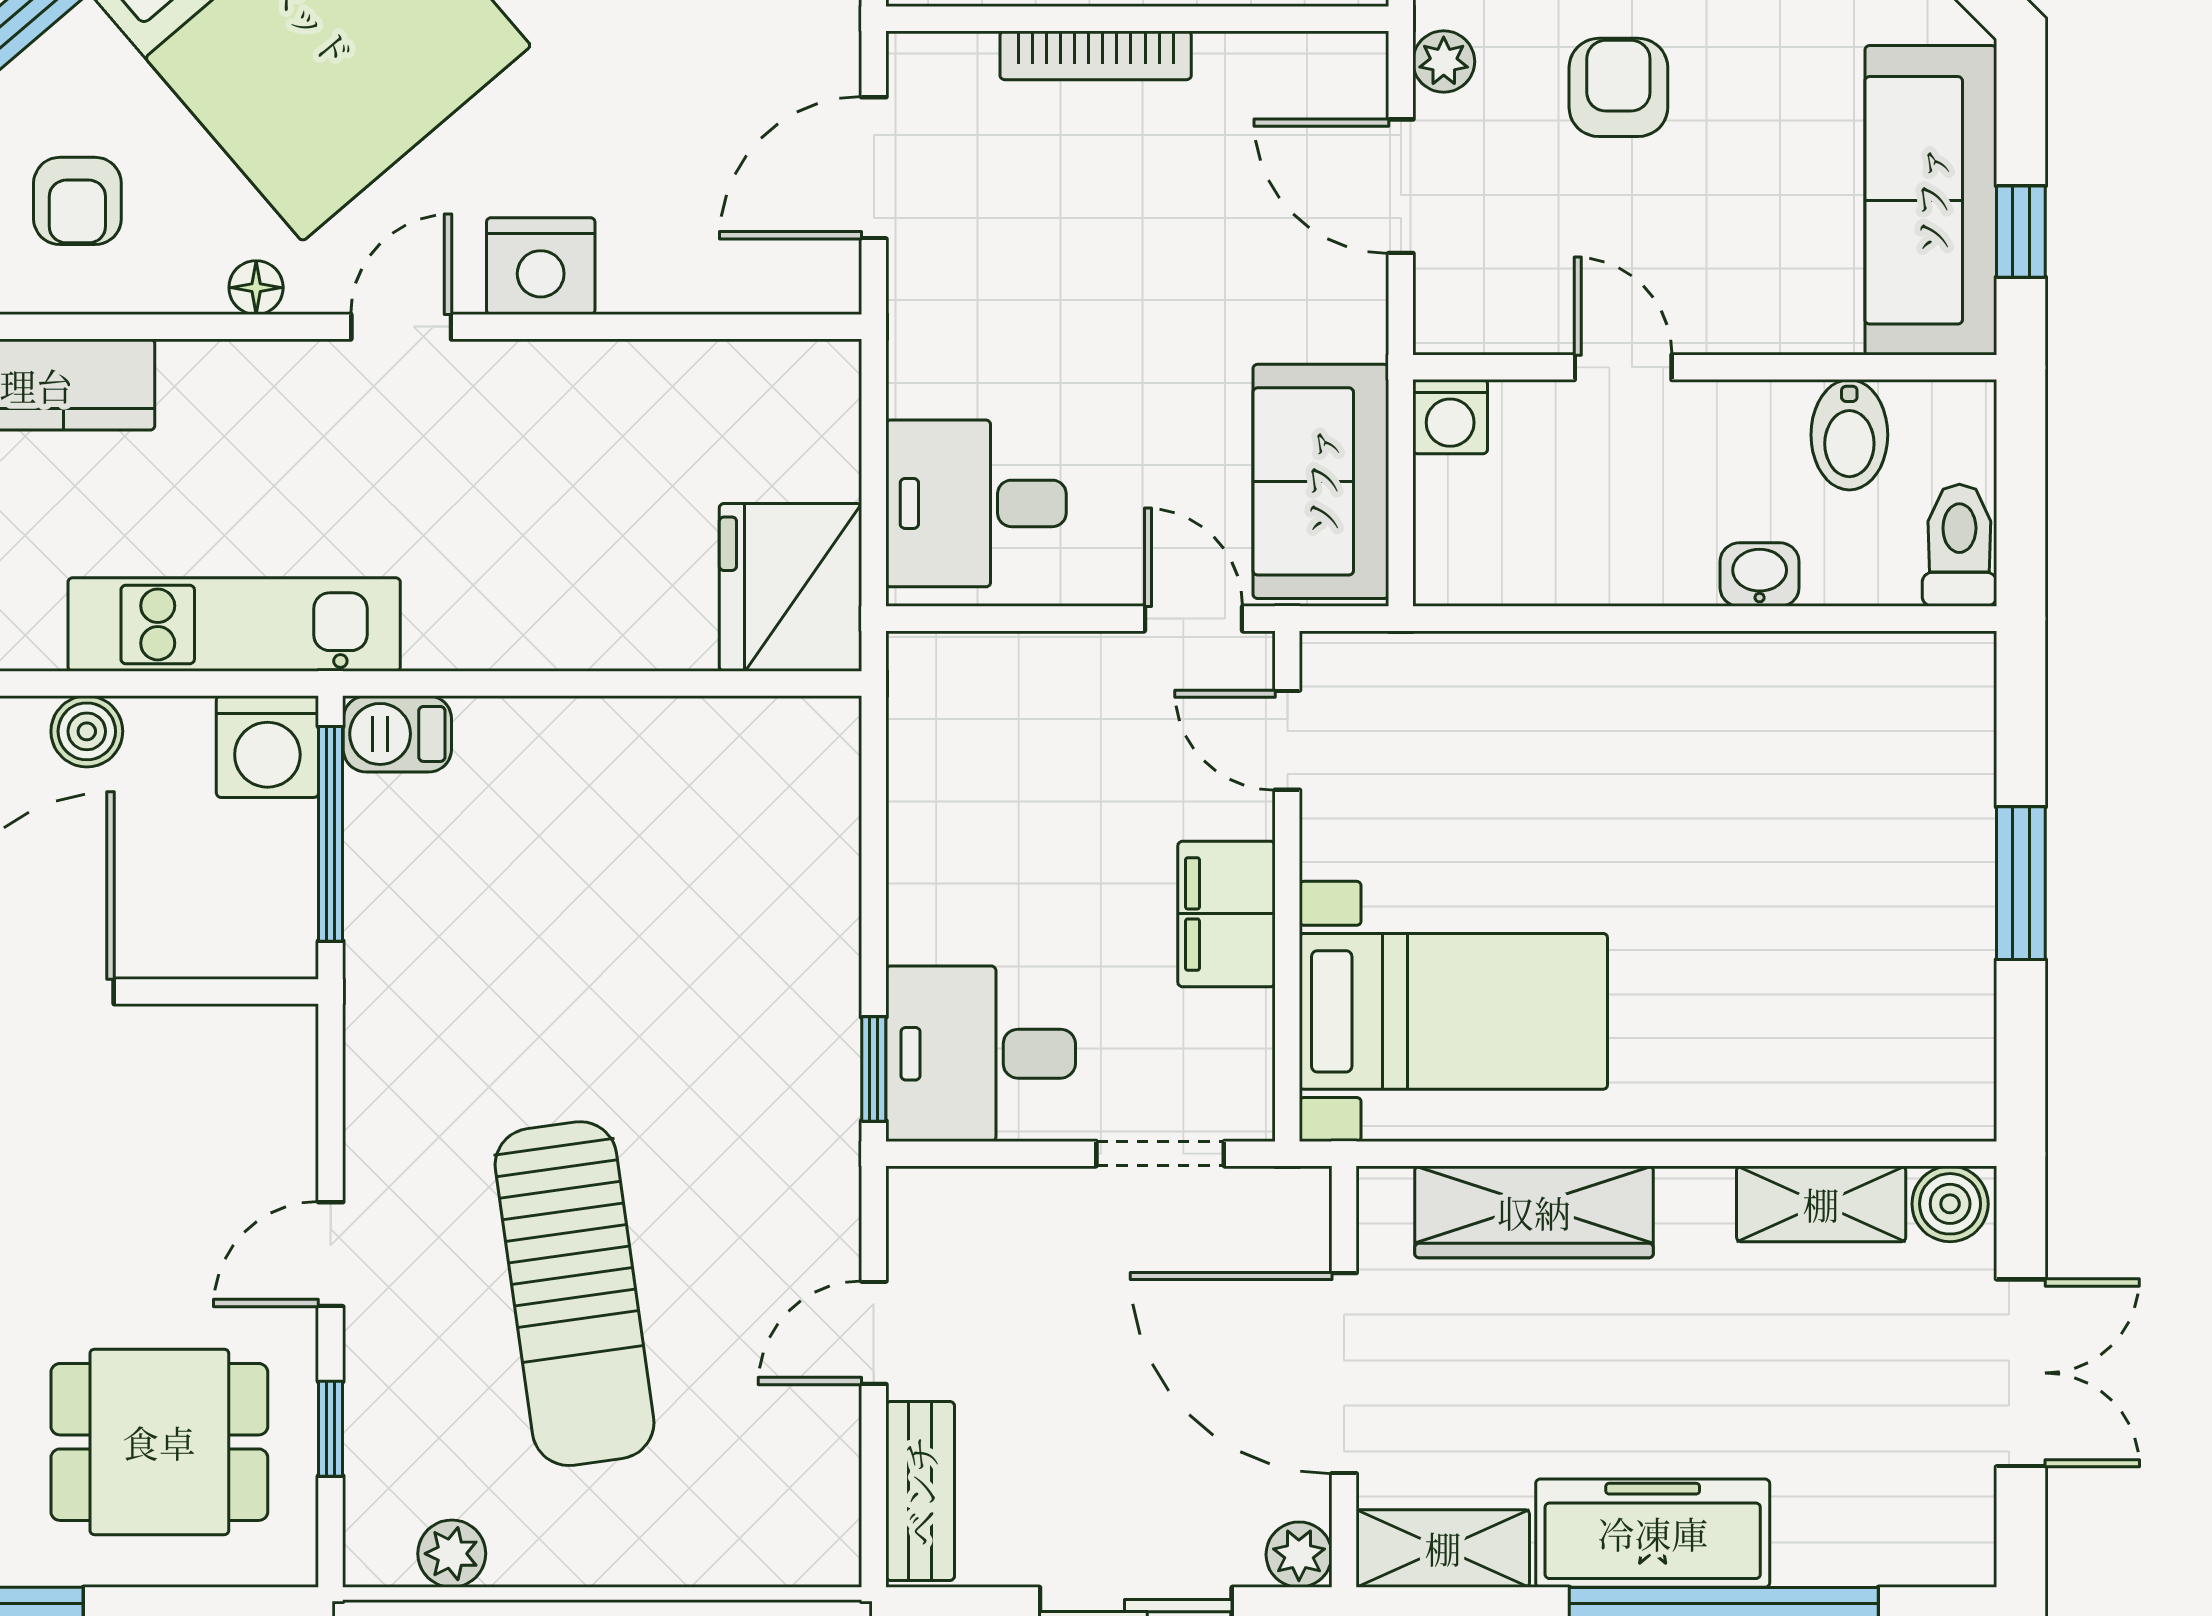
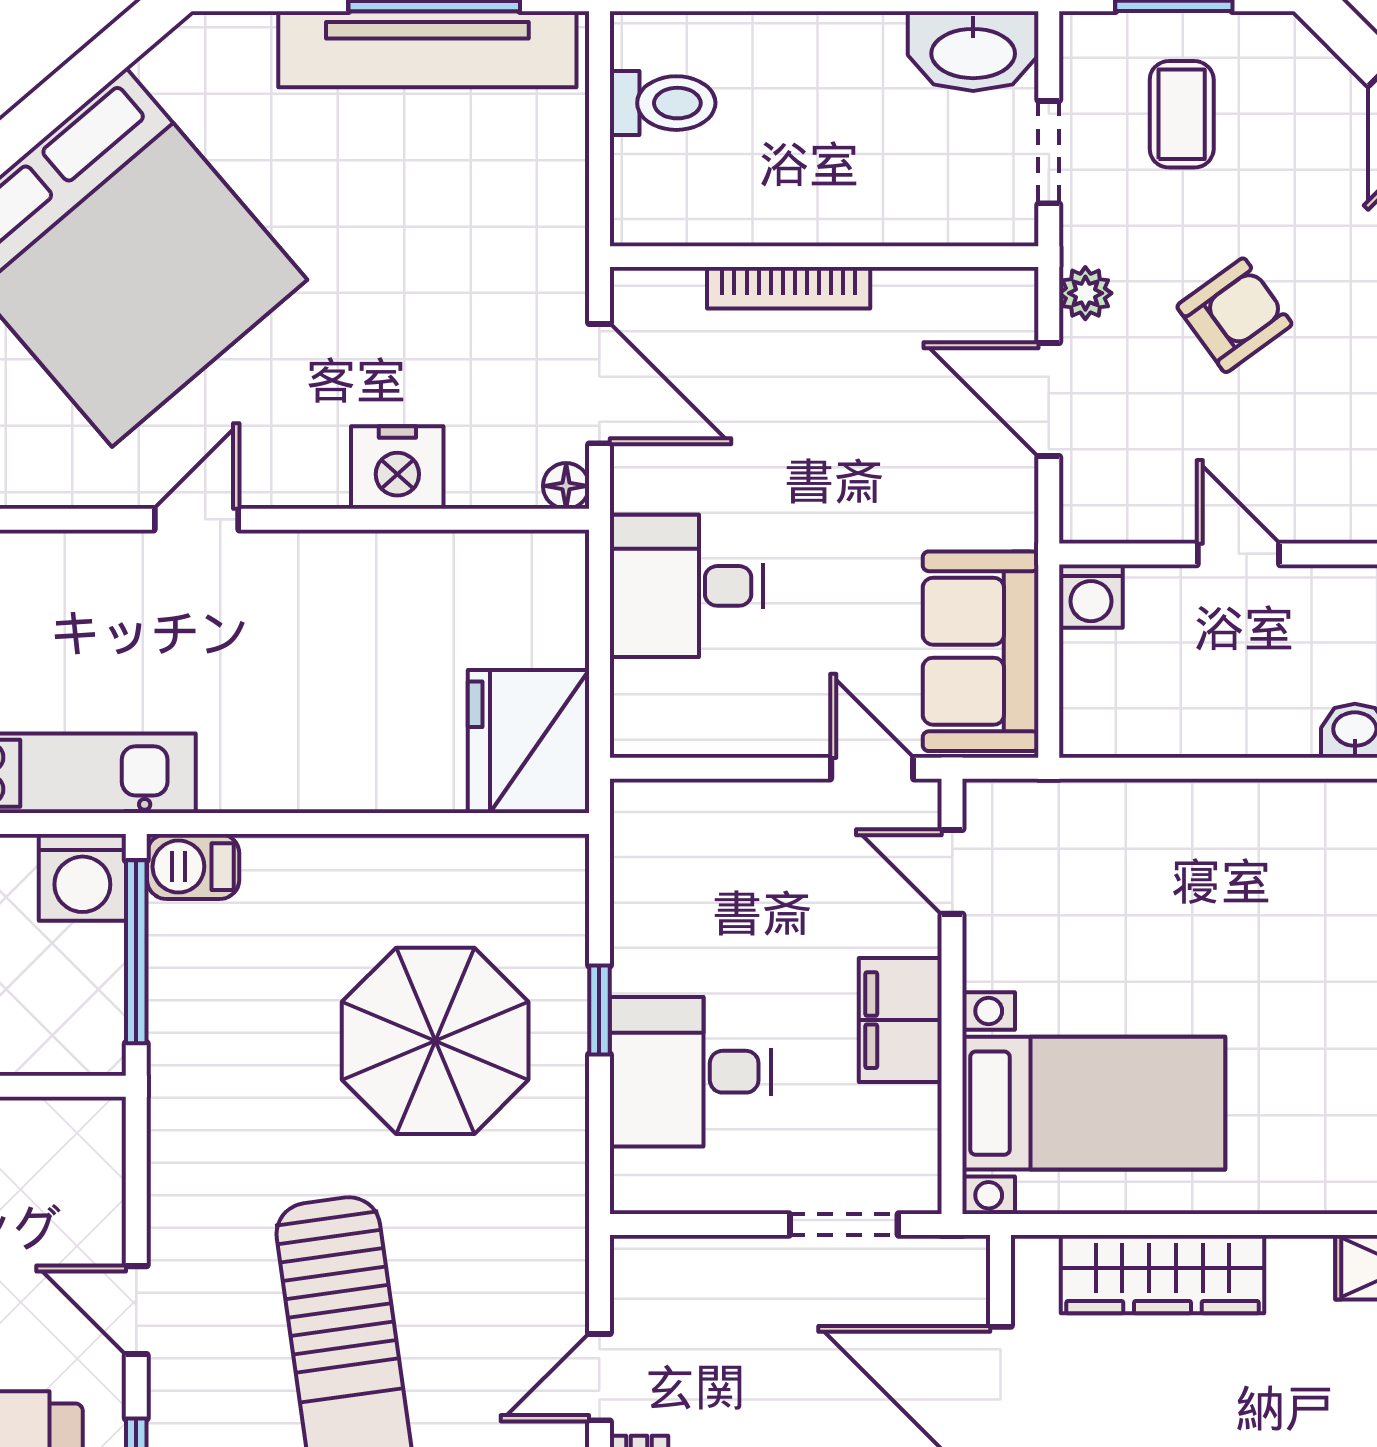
armchair: (1618, 87) -> (1234, 315), turned 54
door: (874, 168) -> (599, 384), swing flipped
nightstand: (541, 266) -> (397, 468), moved
floor lamp: (256, 288) -> (566, 486), moved
desk: (976, 503) -> (687, 586), moved
parasol: (681, 938) -> (435, 1041), added
desk: (981, 1054) -> (691, 1072), moved
window: (874, 1069) -> (599, 1010), moved
door: (331, 1254) -> (136, 1310), hinge flipped

